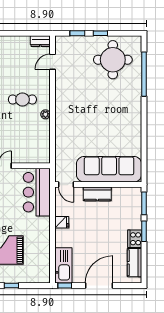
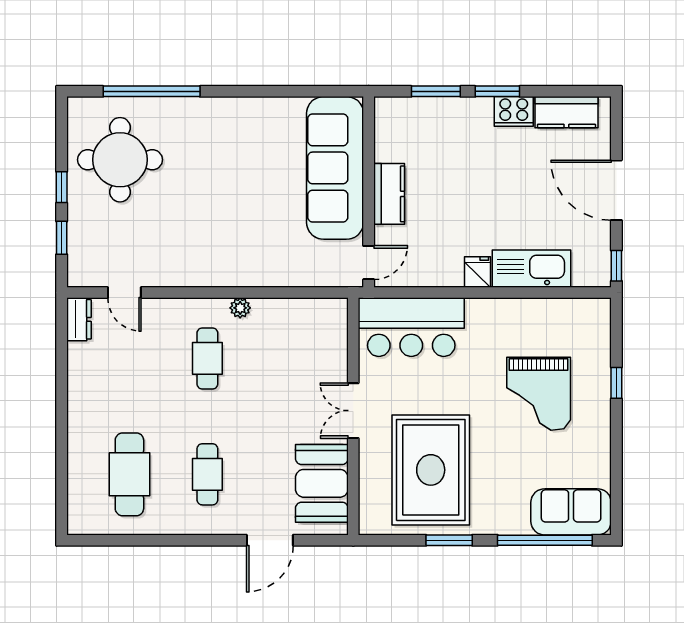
sofa: (109, 169) -> (335, 168), moved
door: (66, 185) -> (369, 263), moved
wall: (98, 185) -> (369, 192), moved
kitchen counter: (97, 194) -> (389, 194), moved
kitchen sink: (63, 265) -> (531, 269), moved

